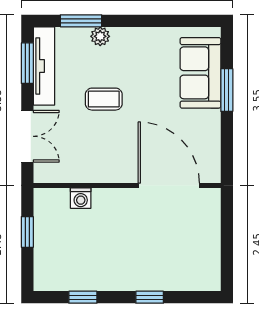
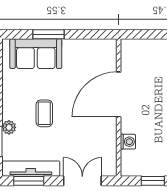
coffee table: (104, 99) -> (44, 113), moved
door: (169, 185) -> (119, 94), moved

